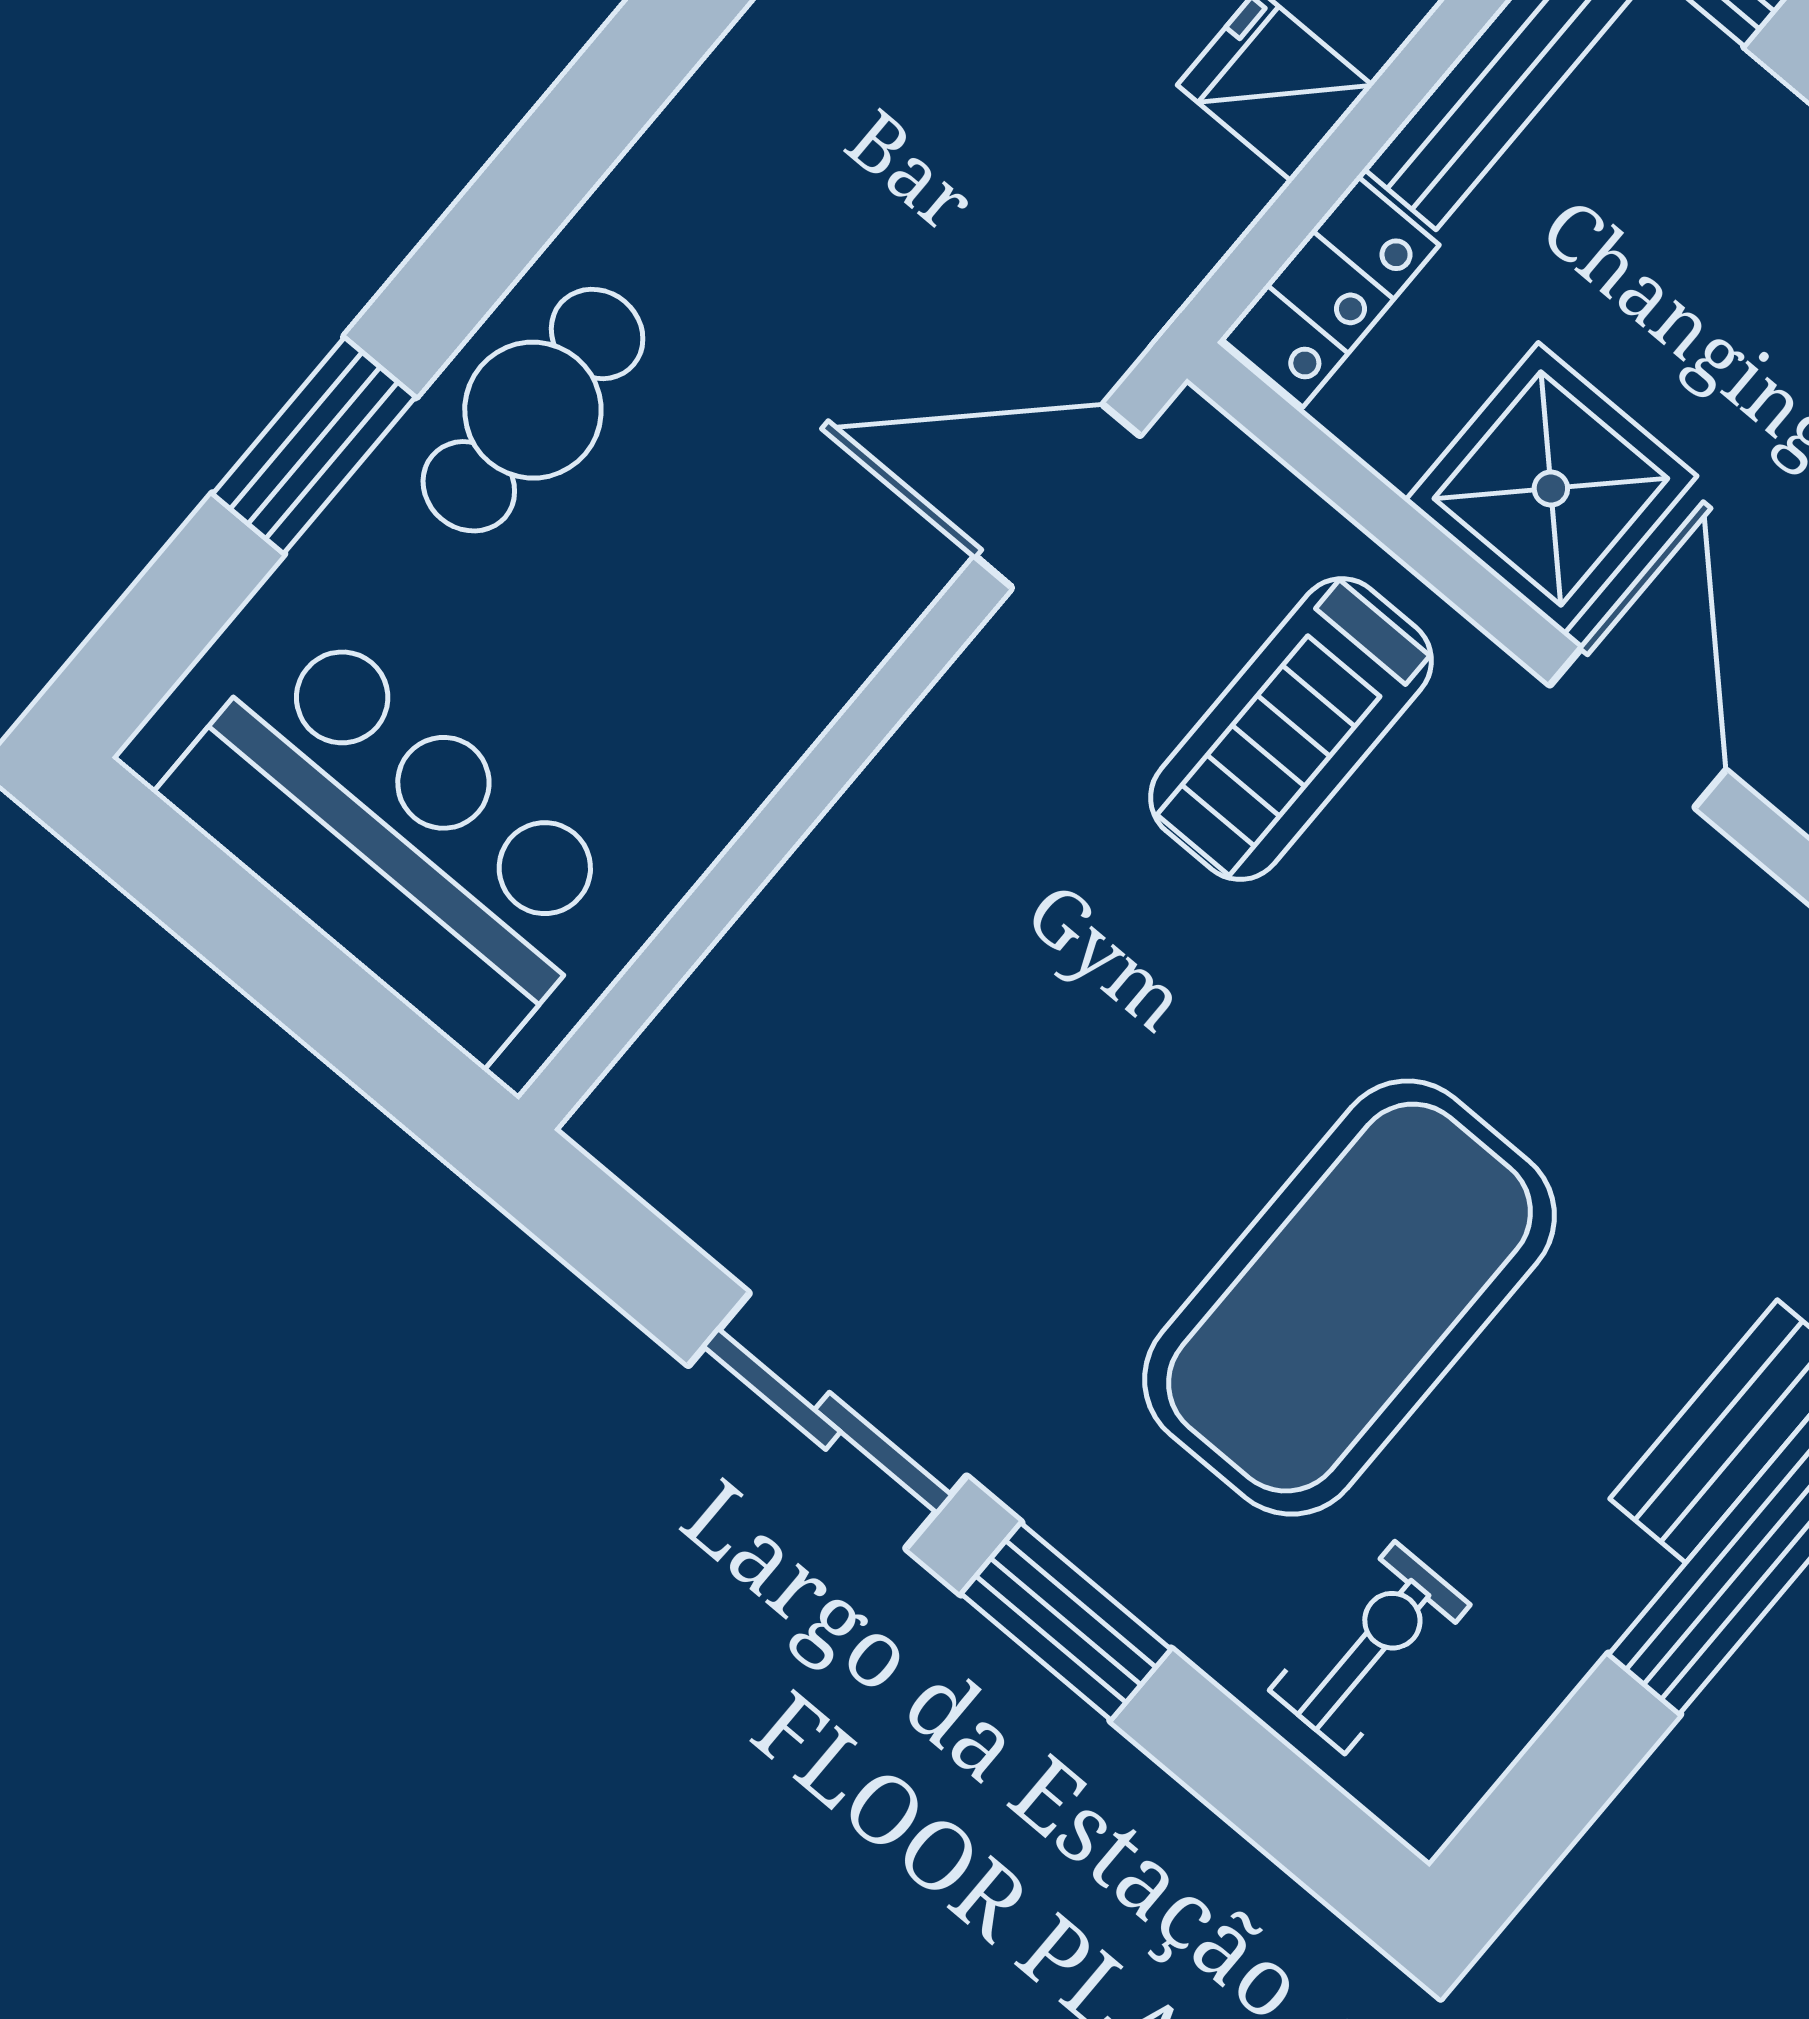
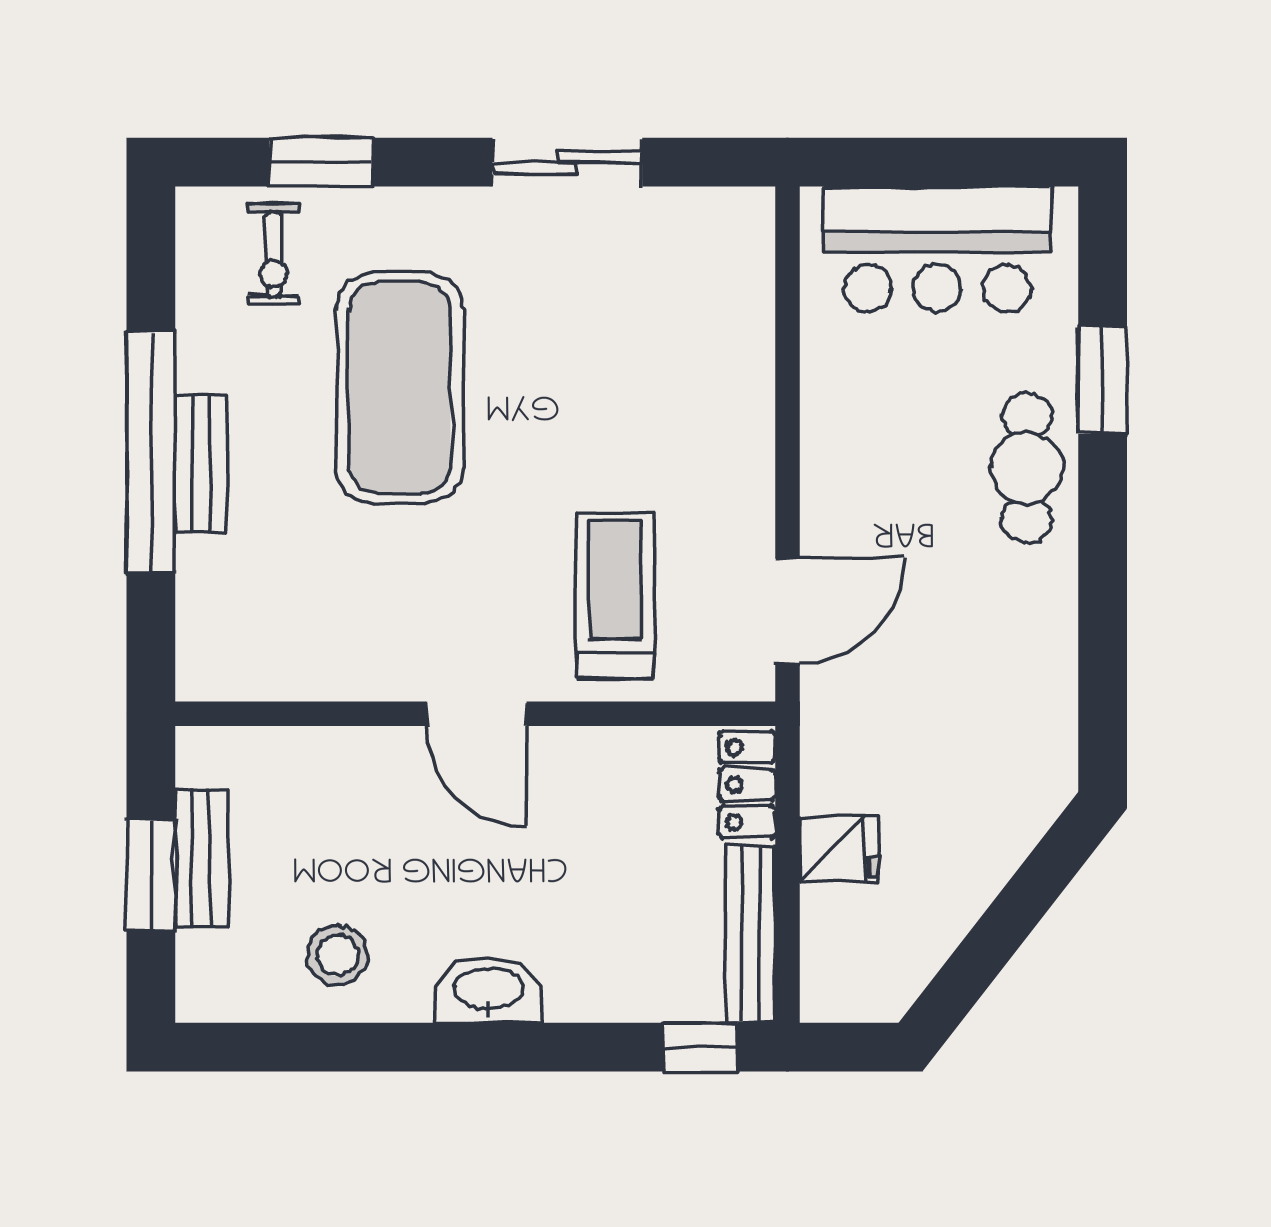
shower: (1551, 488) -> (592, 780), removed
window: (1066, 1622) -> (321, 162), moved

